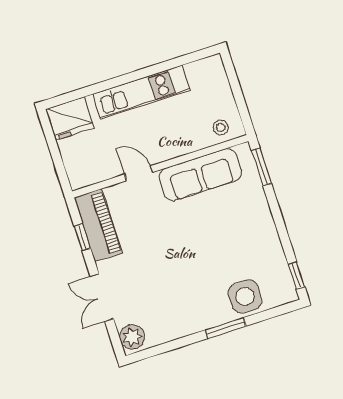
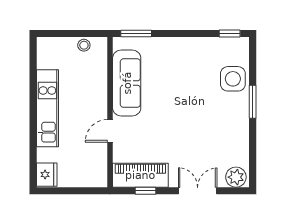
fridge: (70, 118) -> (47, 175), width x0.73, depth x0.75
stool: (221, 127) -> (84, 45), moved
double door: (102, 298) -> (198, 191), swing flipped

